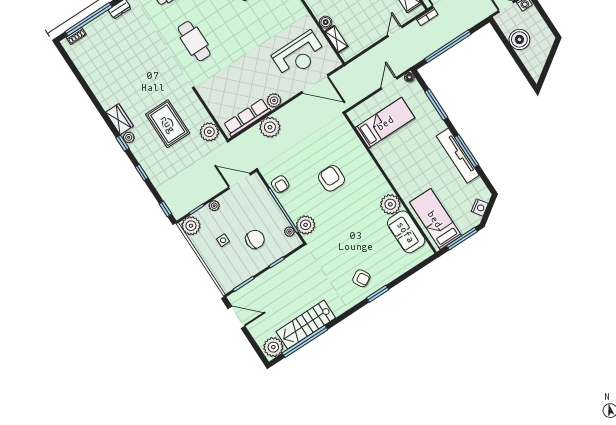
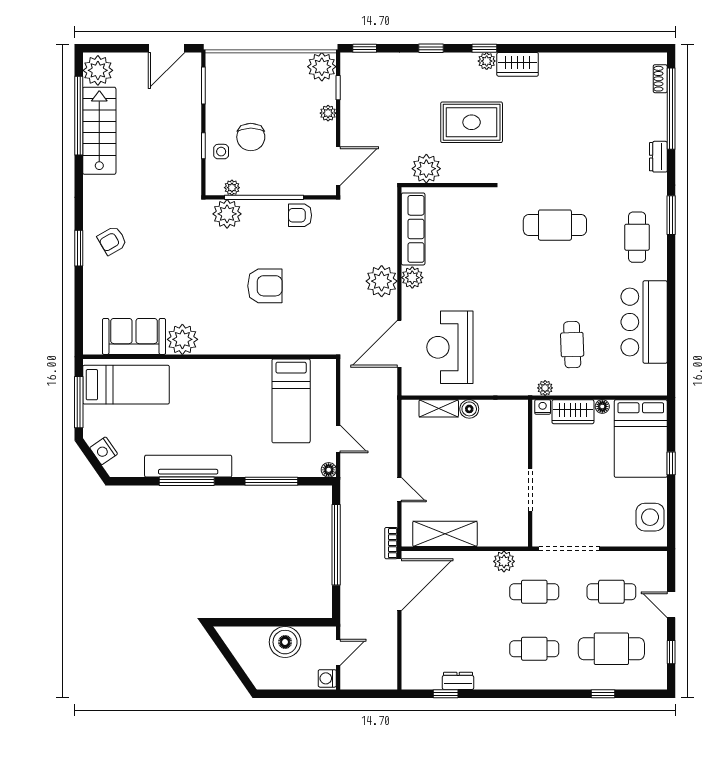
plant: (270, 127) -> (382, 281), moved
side table: (223, 240) -> (221, 152), moved

